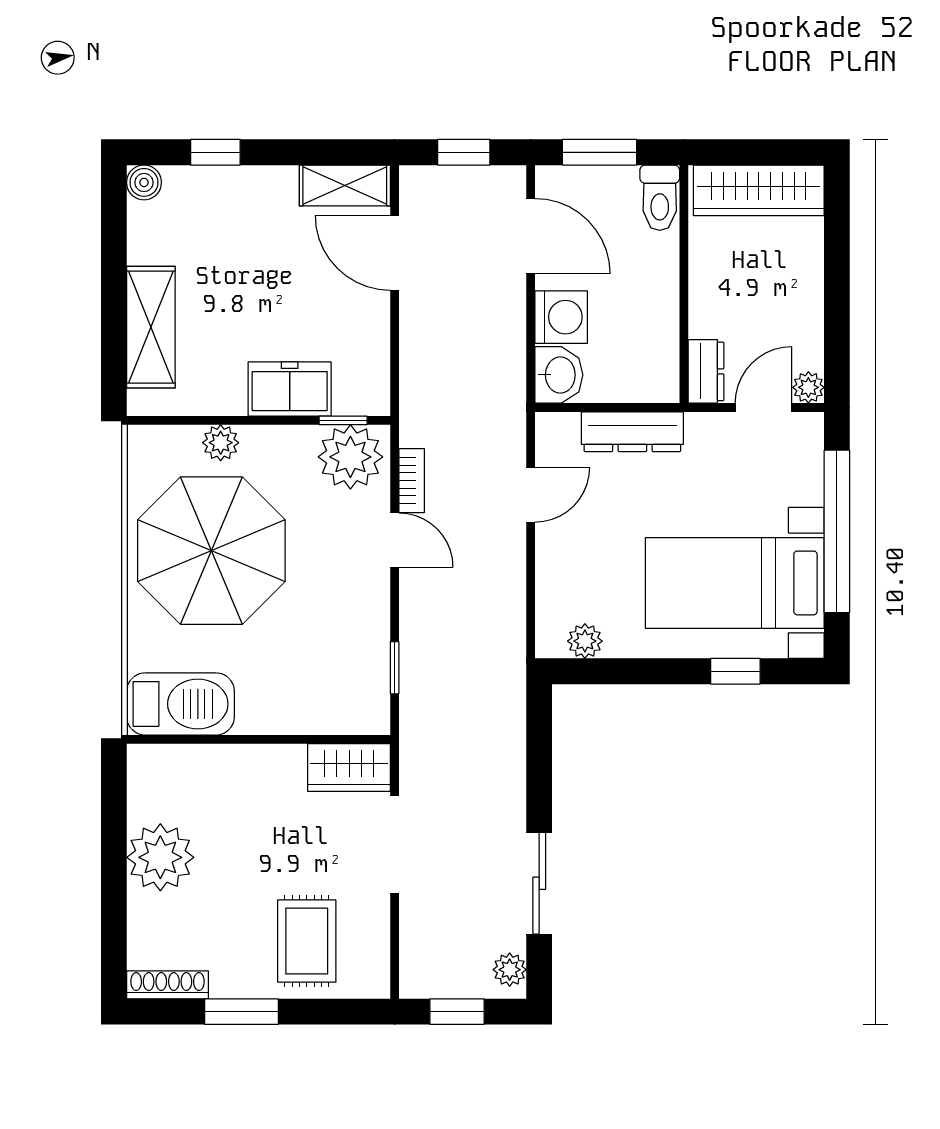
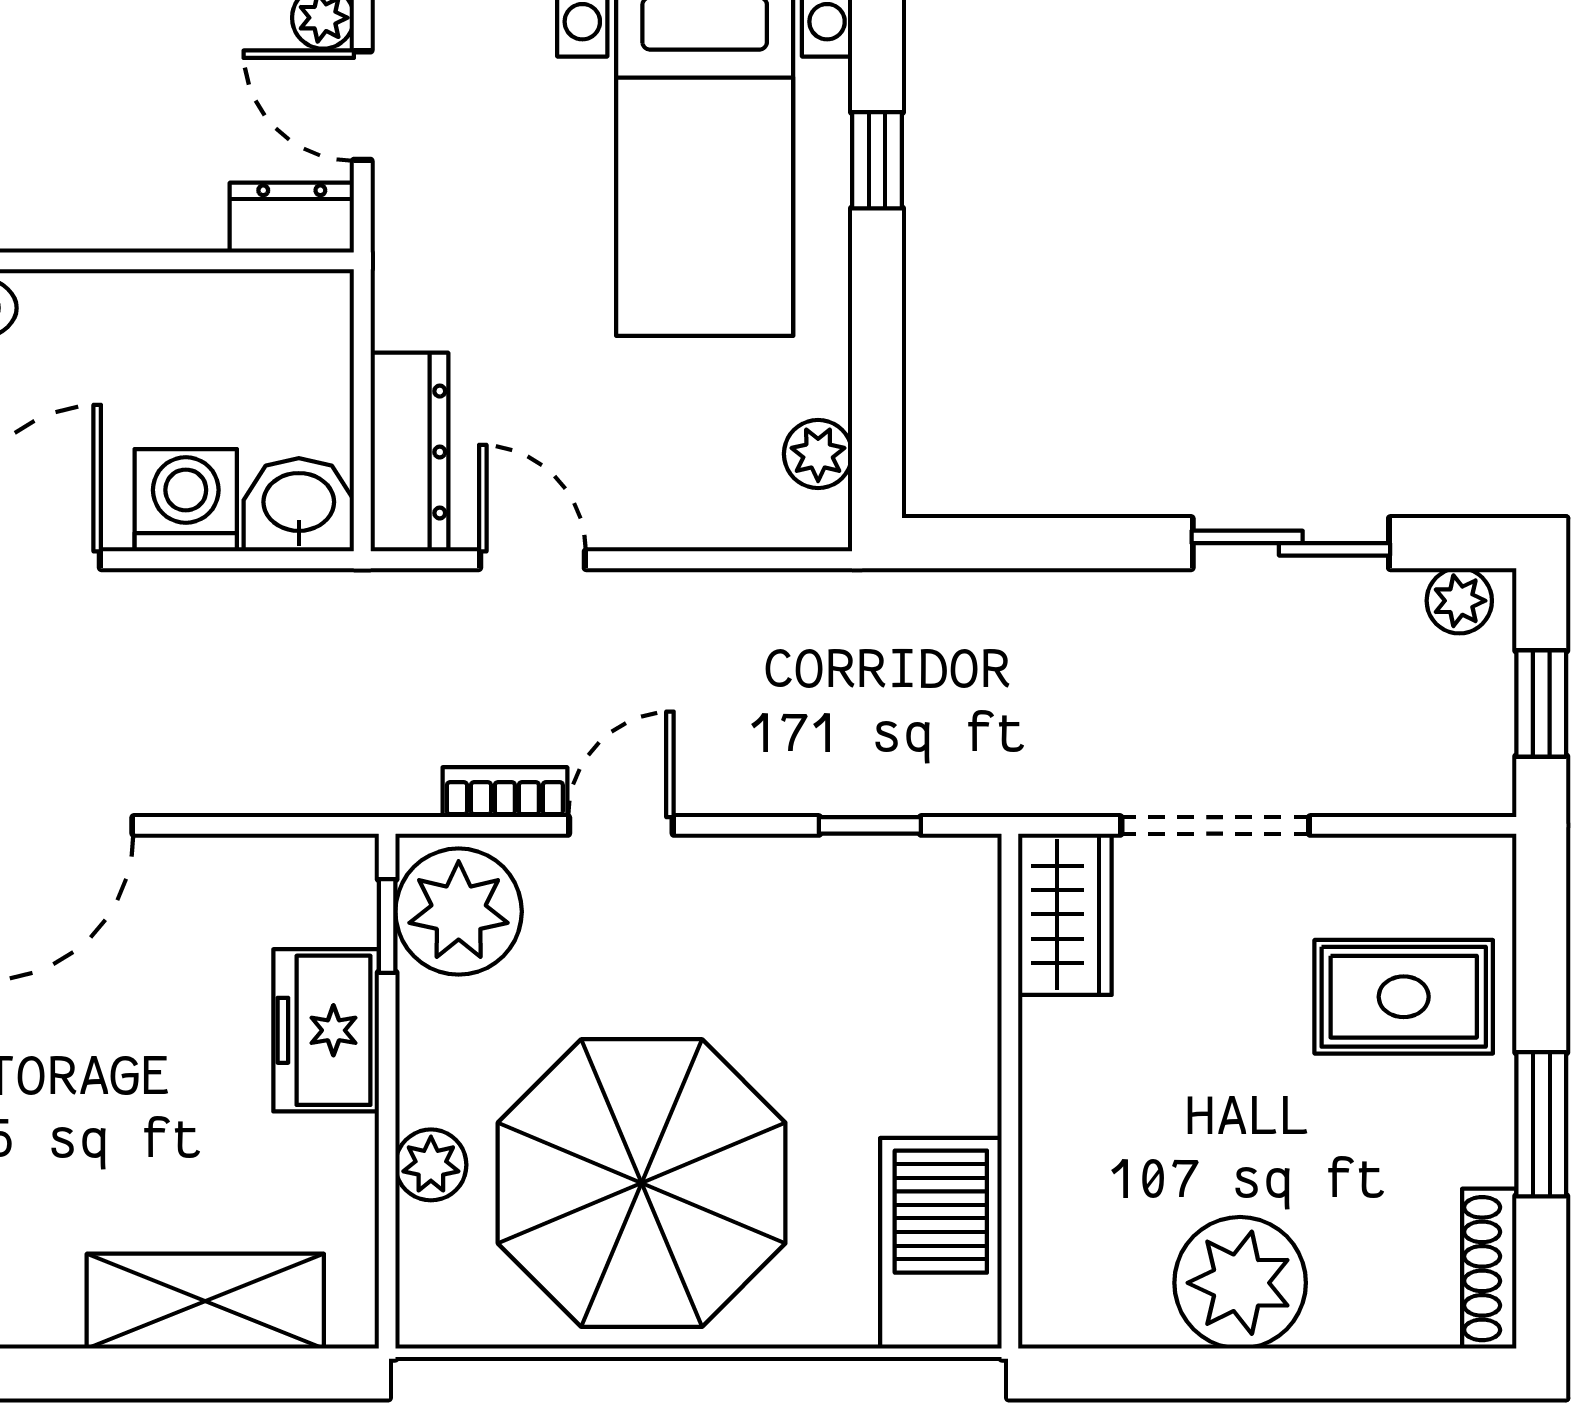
dresser: (632, 432) -> (409, 452), moved

